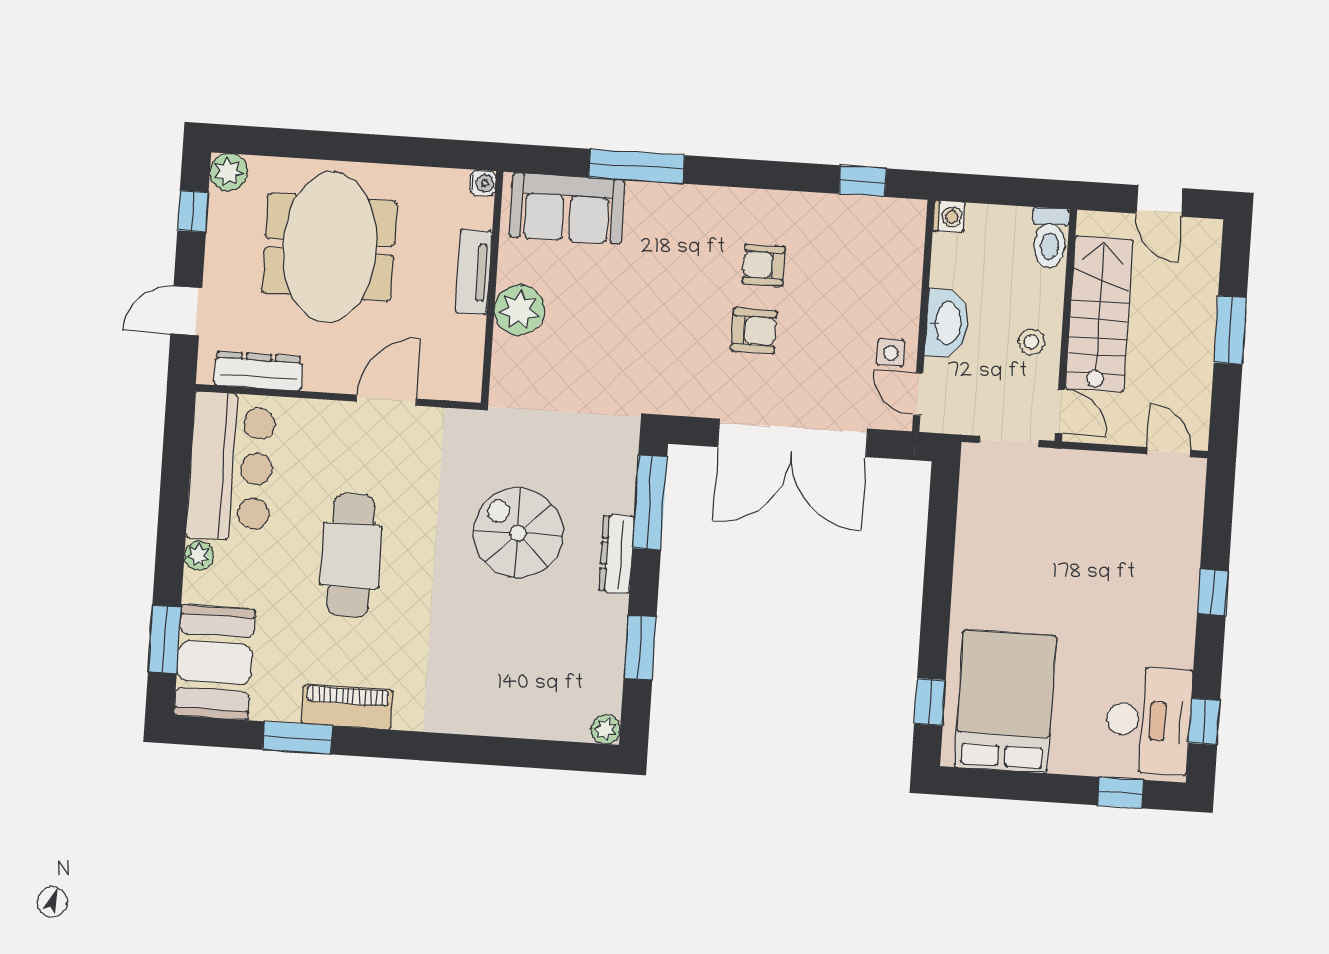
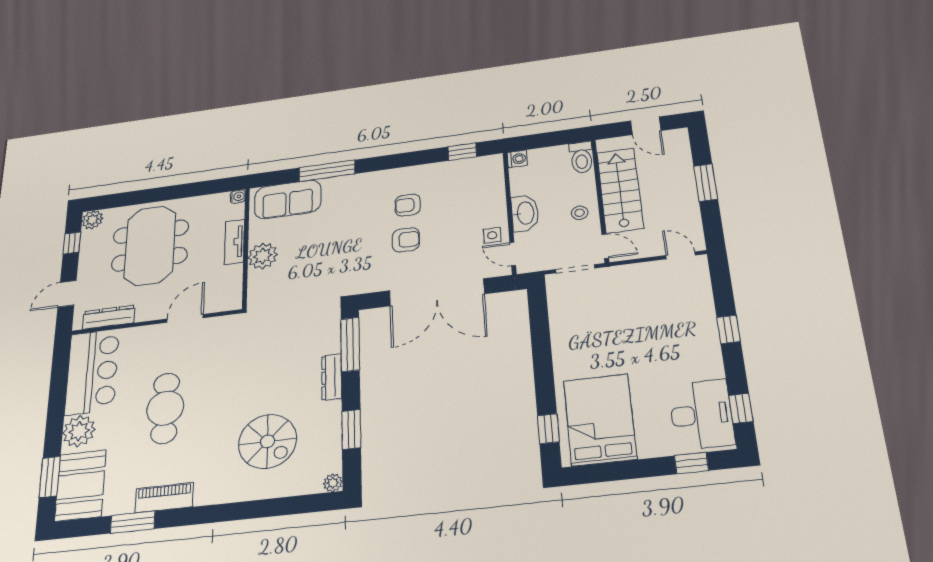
spiral stairs: (518, 533) -> (268, 441), moved, turned 180
plant: (199, 556) -> (79, 431), width x1.88, depth x1.88

